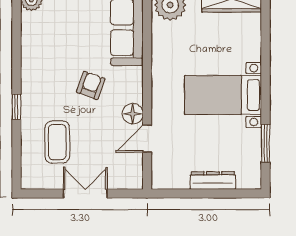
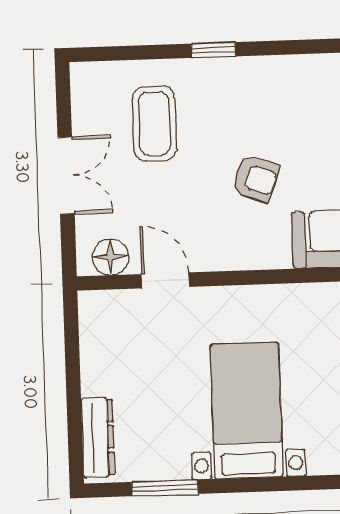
floor lamp: (133, 114) -> (110, 257), moved
coffee table: (57, 142) -> (154, 124), turned 90
dresser: (213, 180) -> (98, 437), moved

